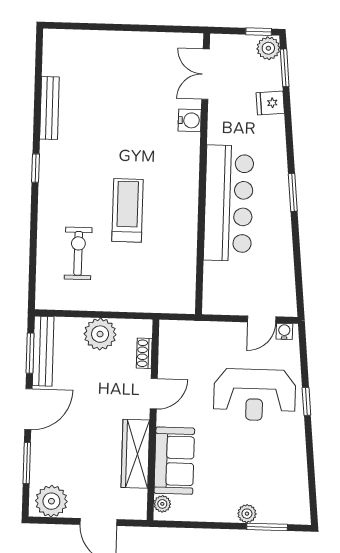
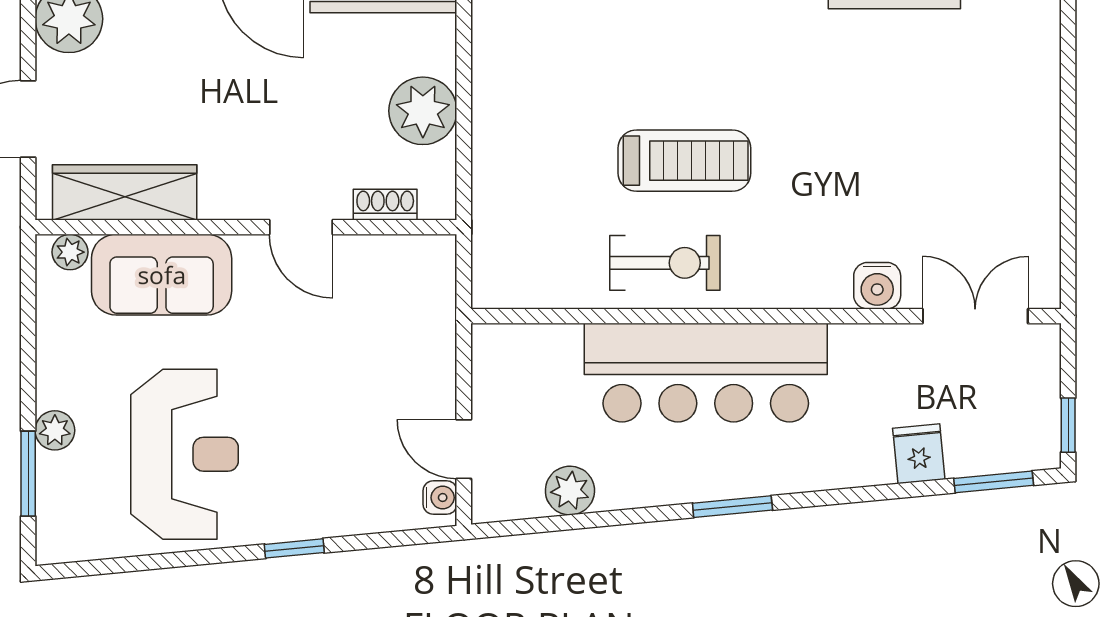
plant: (268, 48) -> (570, 491), moved
exercise bike: (78, 253) -> (665, 263), moved
reception desk: (254, 395) -> (185, 454), moved, turned 180
wardrobe: (135, 454) -> (125, 192), moved

